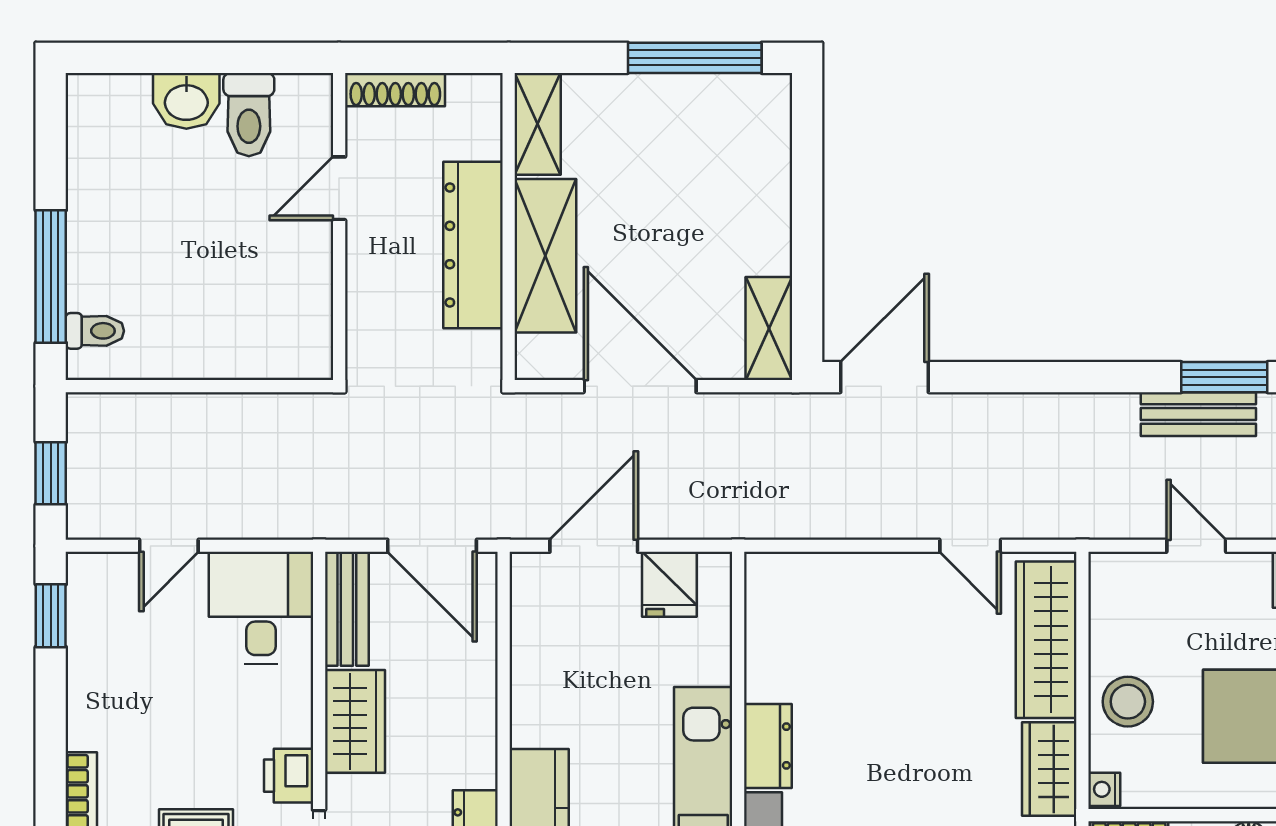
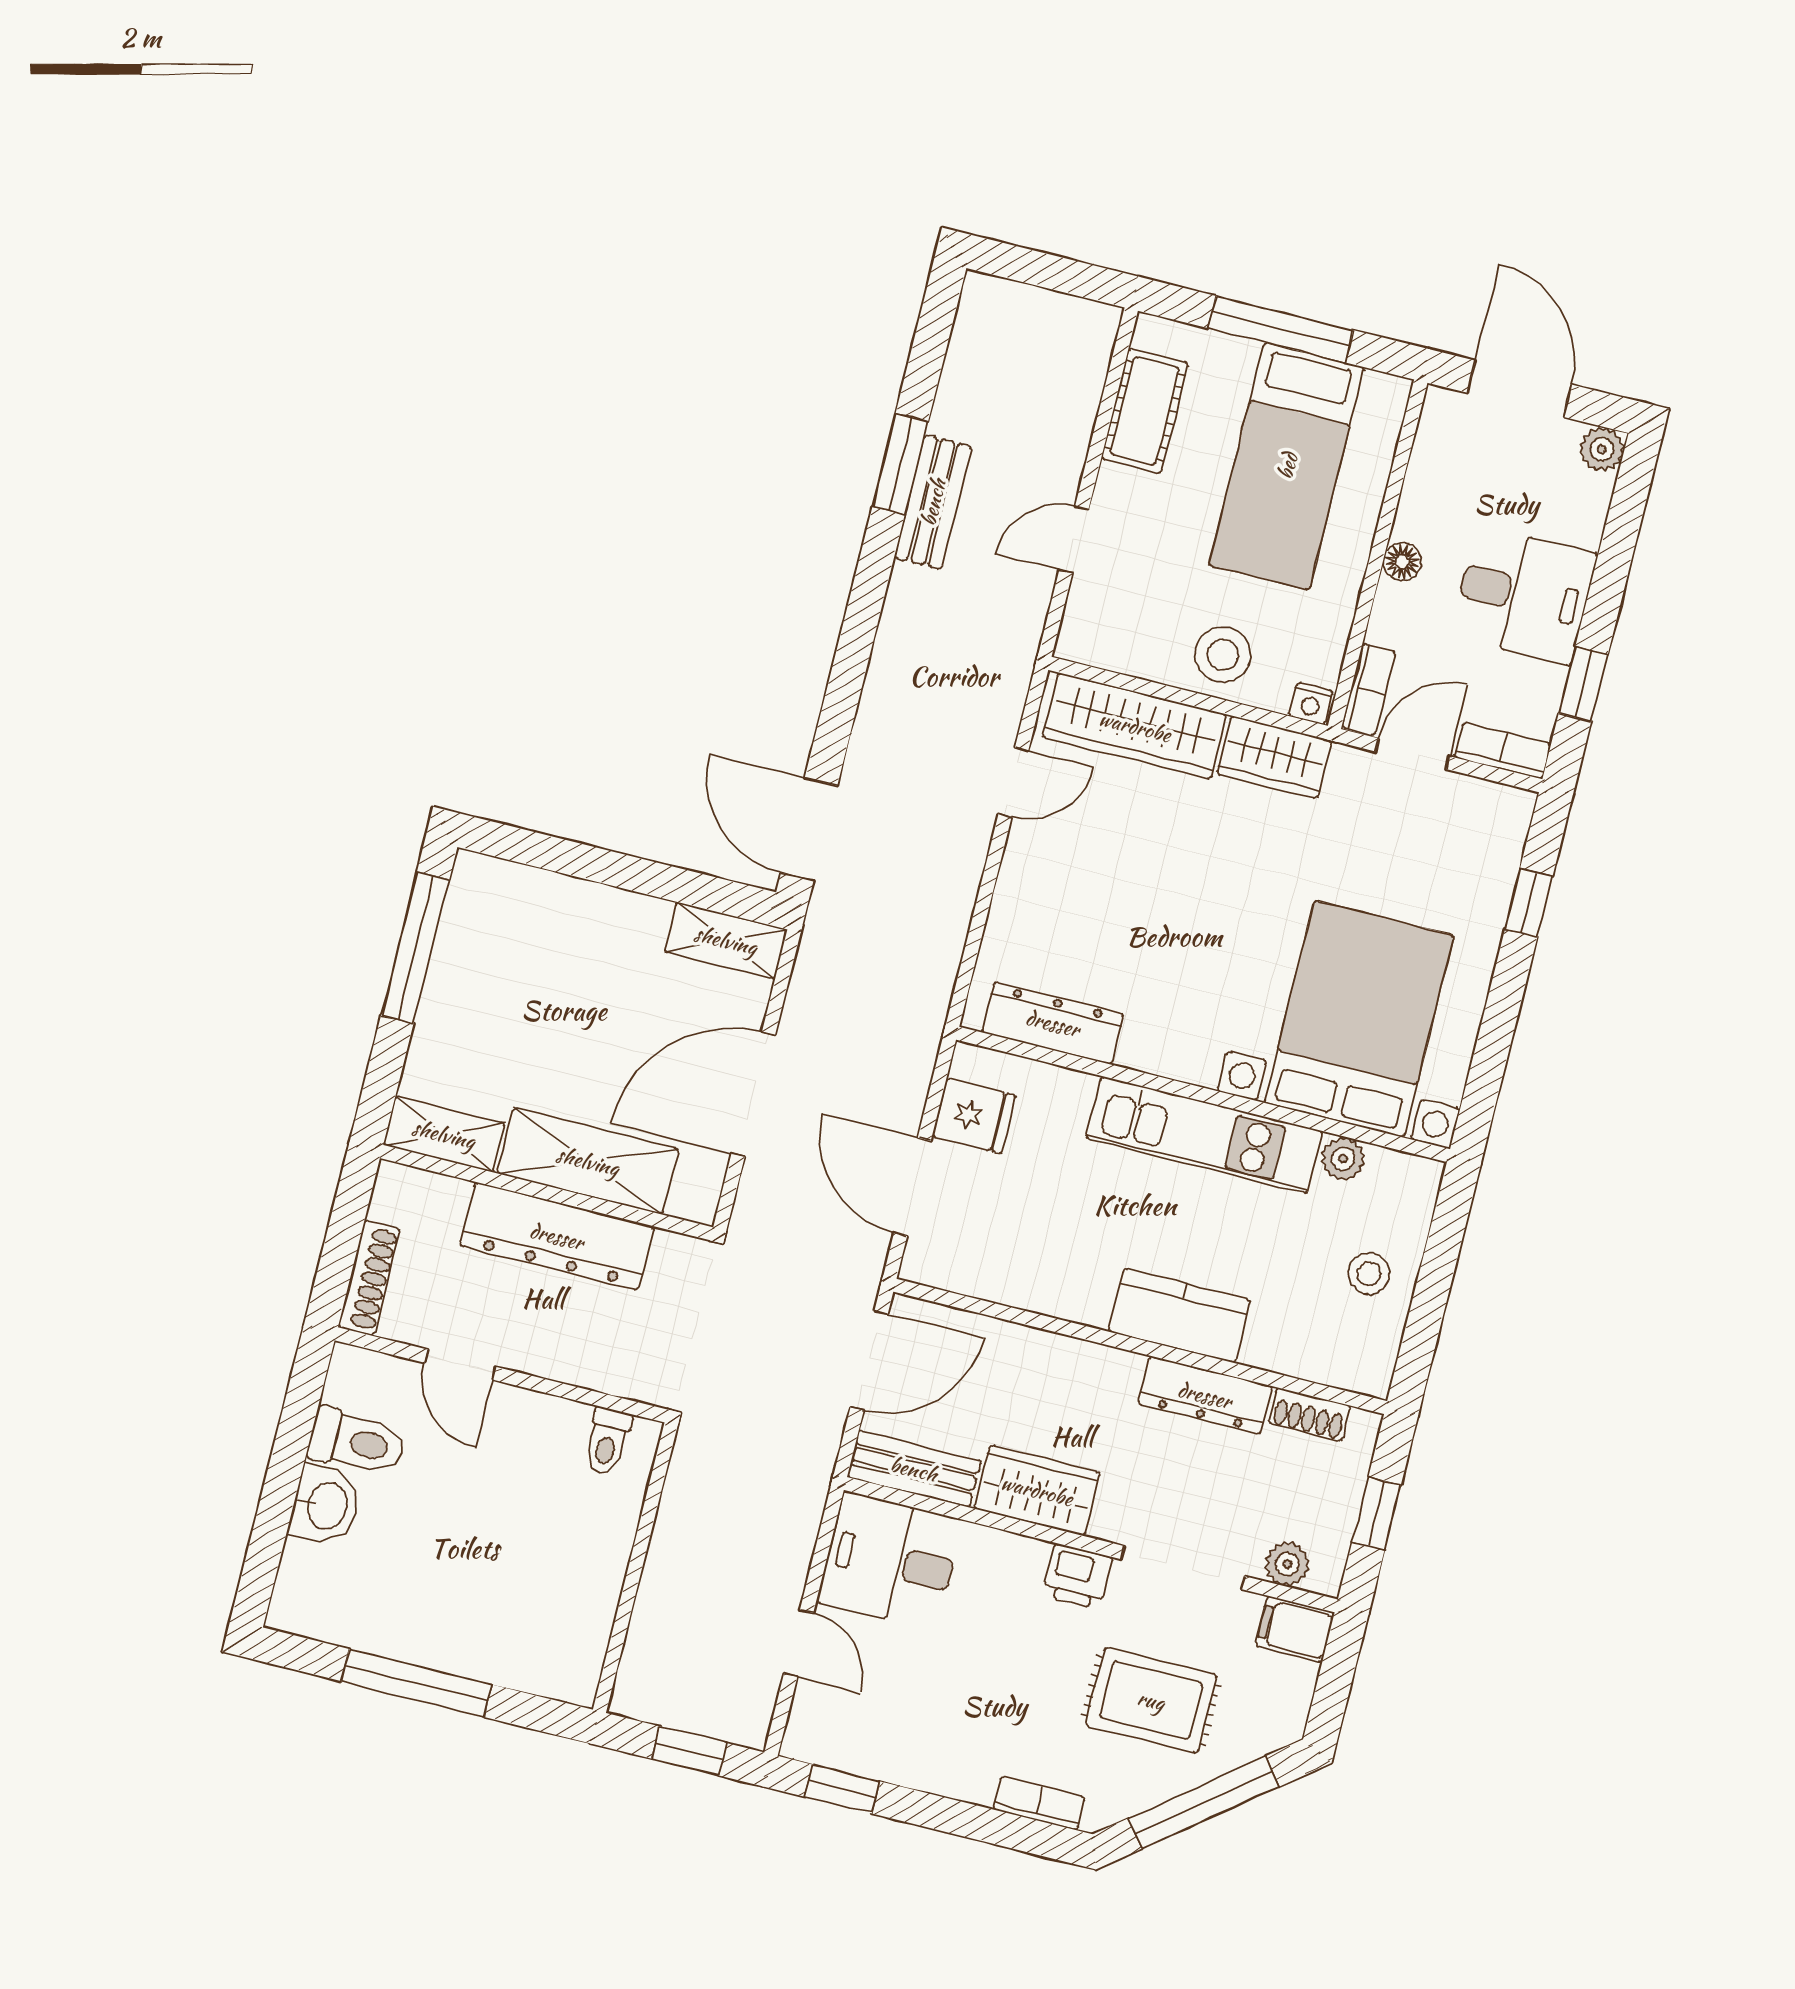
window: (51, 276) -> (417, 1683), moved
toilet: (95, 331) -> (607, 1441), moved, turned 180
dresser: (768, 746) -> (1053, 1023), moved, width x1.44

